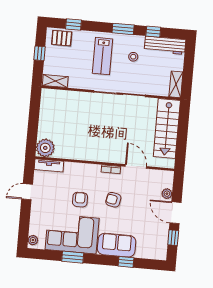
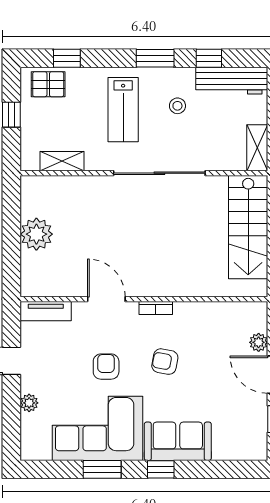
shelving: (55, 81) -> (62, 161), moved
plant: (45, 148) -> (36, 234), moved
door: (136, 166) -> (106, 299), moved
plant: (33, 240) -> (29, 403), moved
window: (126, 262) -> (161, 469), moved

